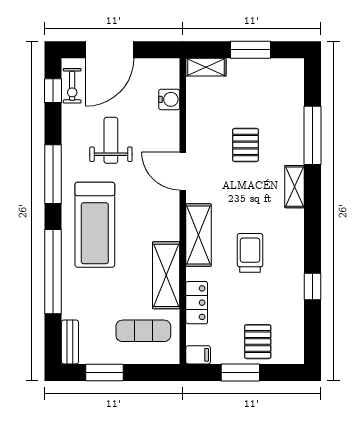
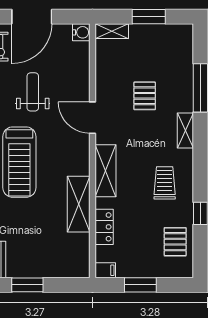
water cooler: (169, 99) -> (81, 32), moved
trolley: (250, 253) -> (165, 183), moved
exercise mat: (143, 331) -> (60, 250), removed
pallet: (258, 342) -> (175, 242), moved

